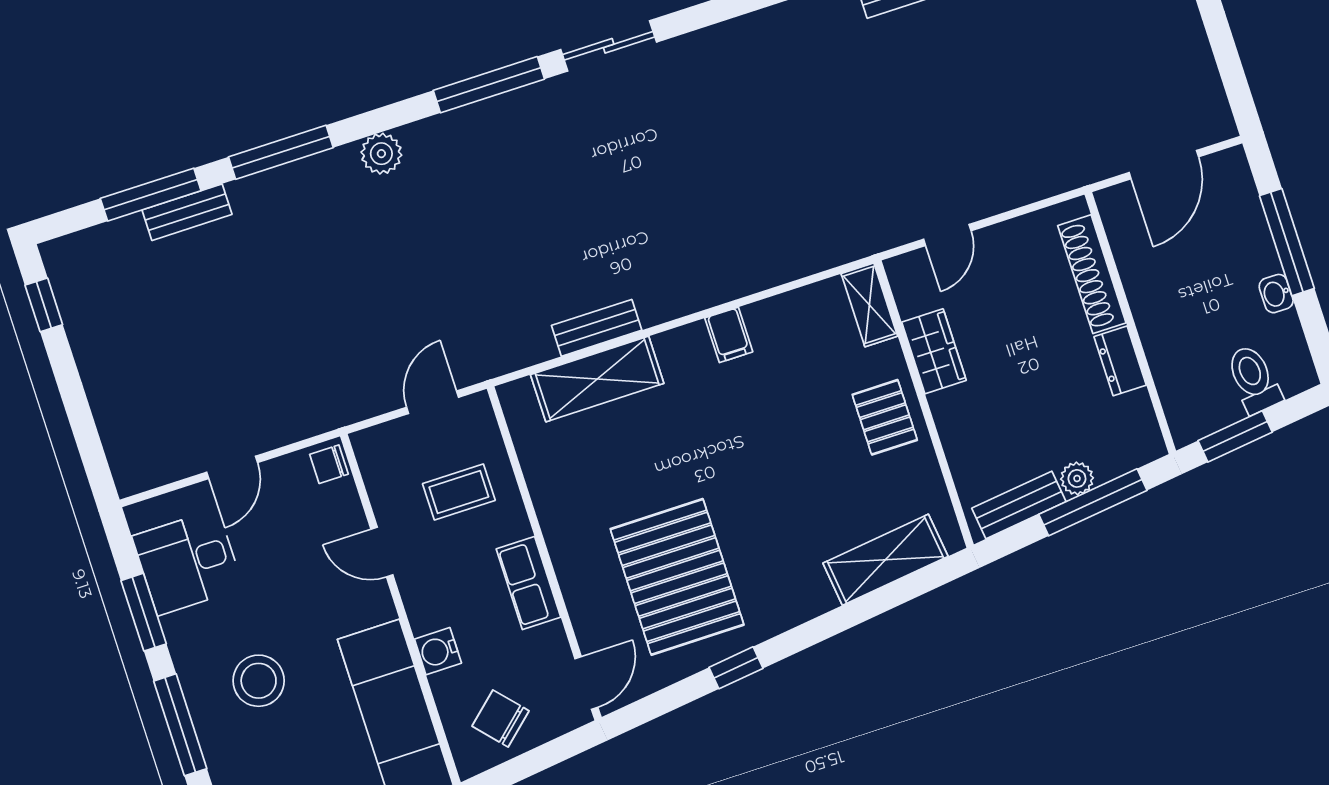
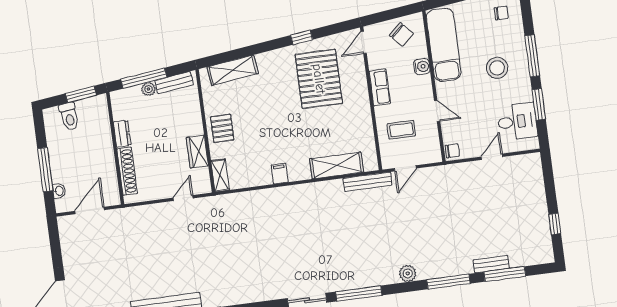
washbasin: (1276, 294) -> (59, 191), moved
window: (44, 305) -> (555, 224), moved
bench: (597, 328) -> (368, 182), moved, width x1.36

